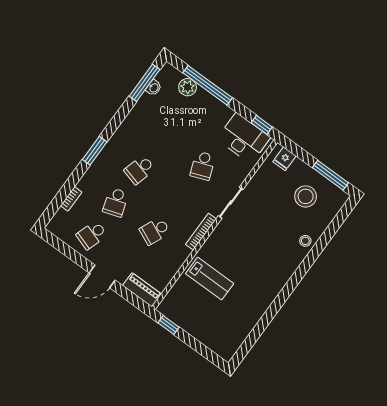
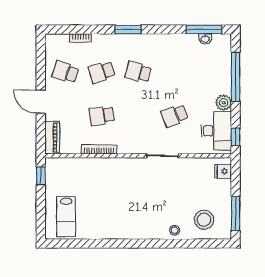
plant: (188, 87) -> (224, 103), moved
stool: (306, 196) -> (204, 220), moved
school desk: (155, 231) -> (102, 116), turned -33
bookcase: (201, 232) -> (99, 150), moved
lab bench: (210, 279) -> (66, 217), moved

